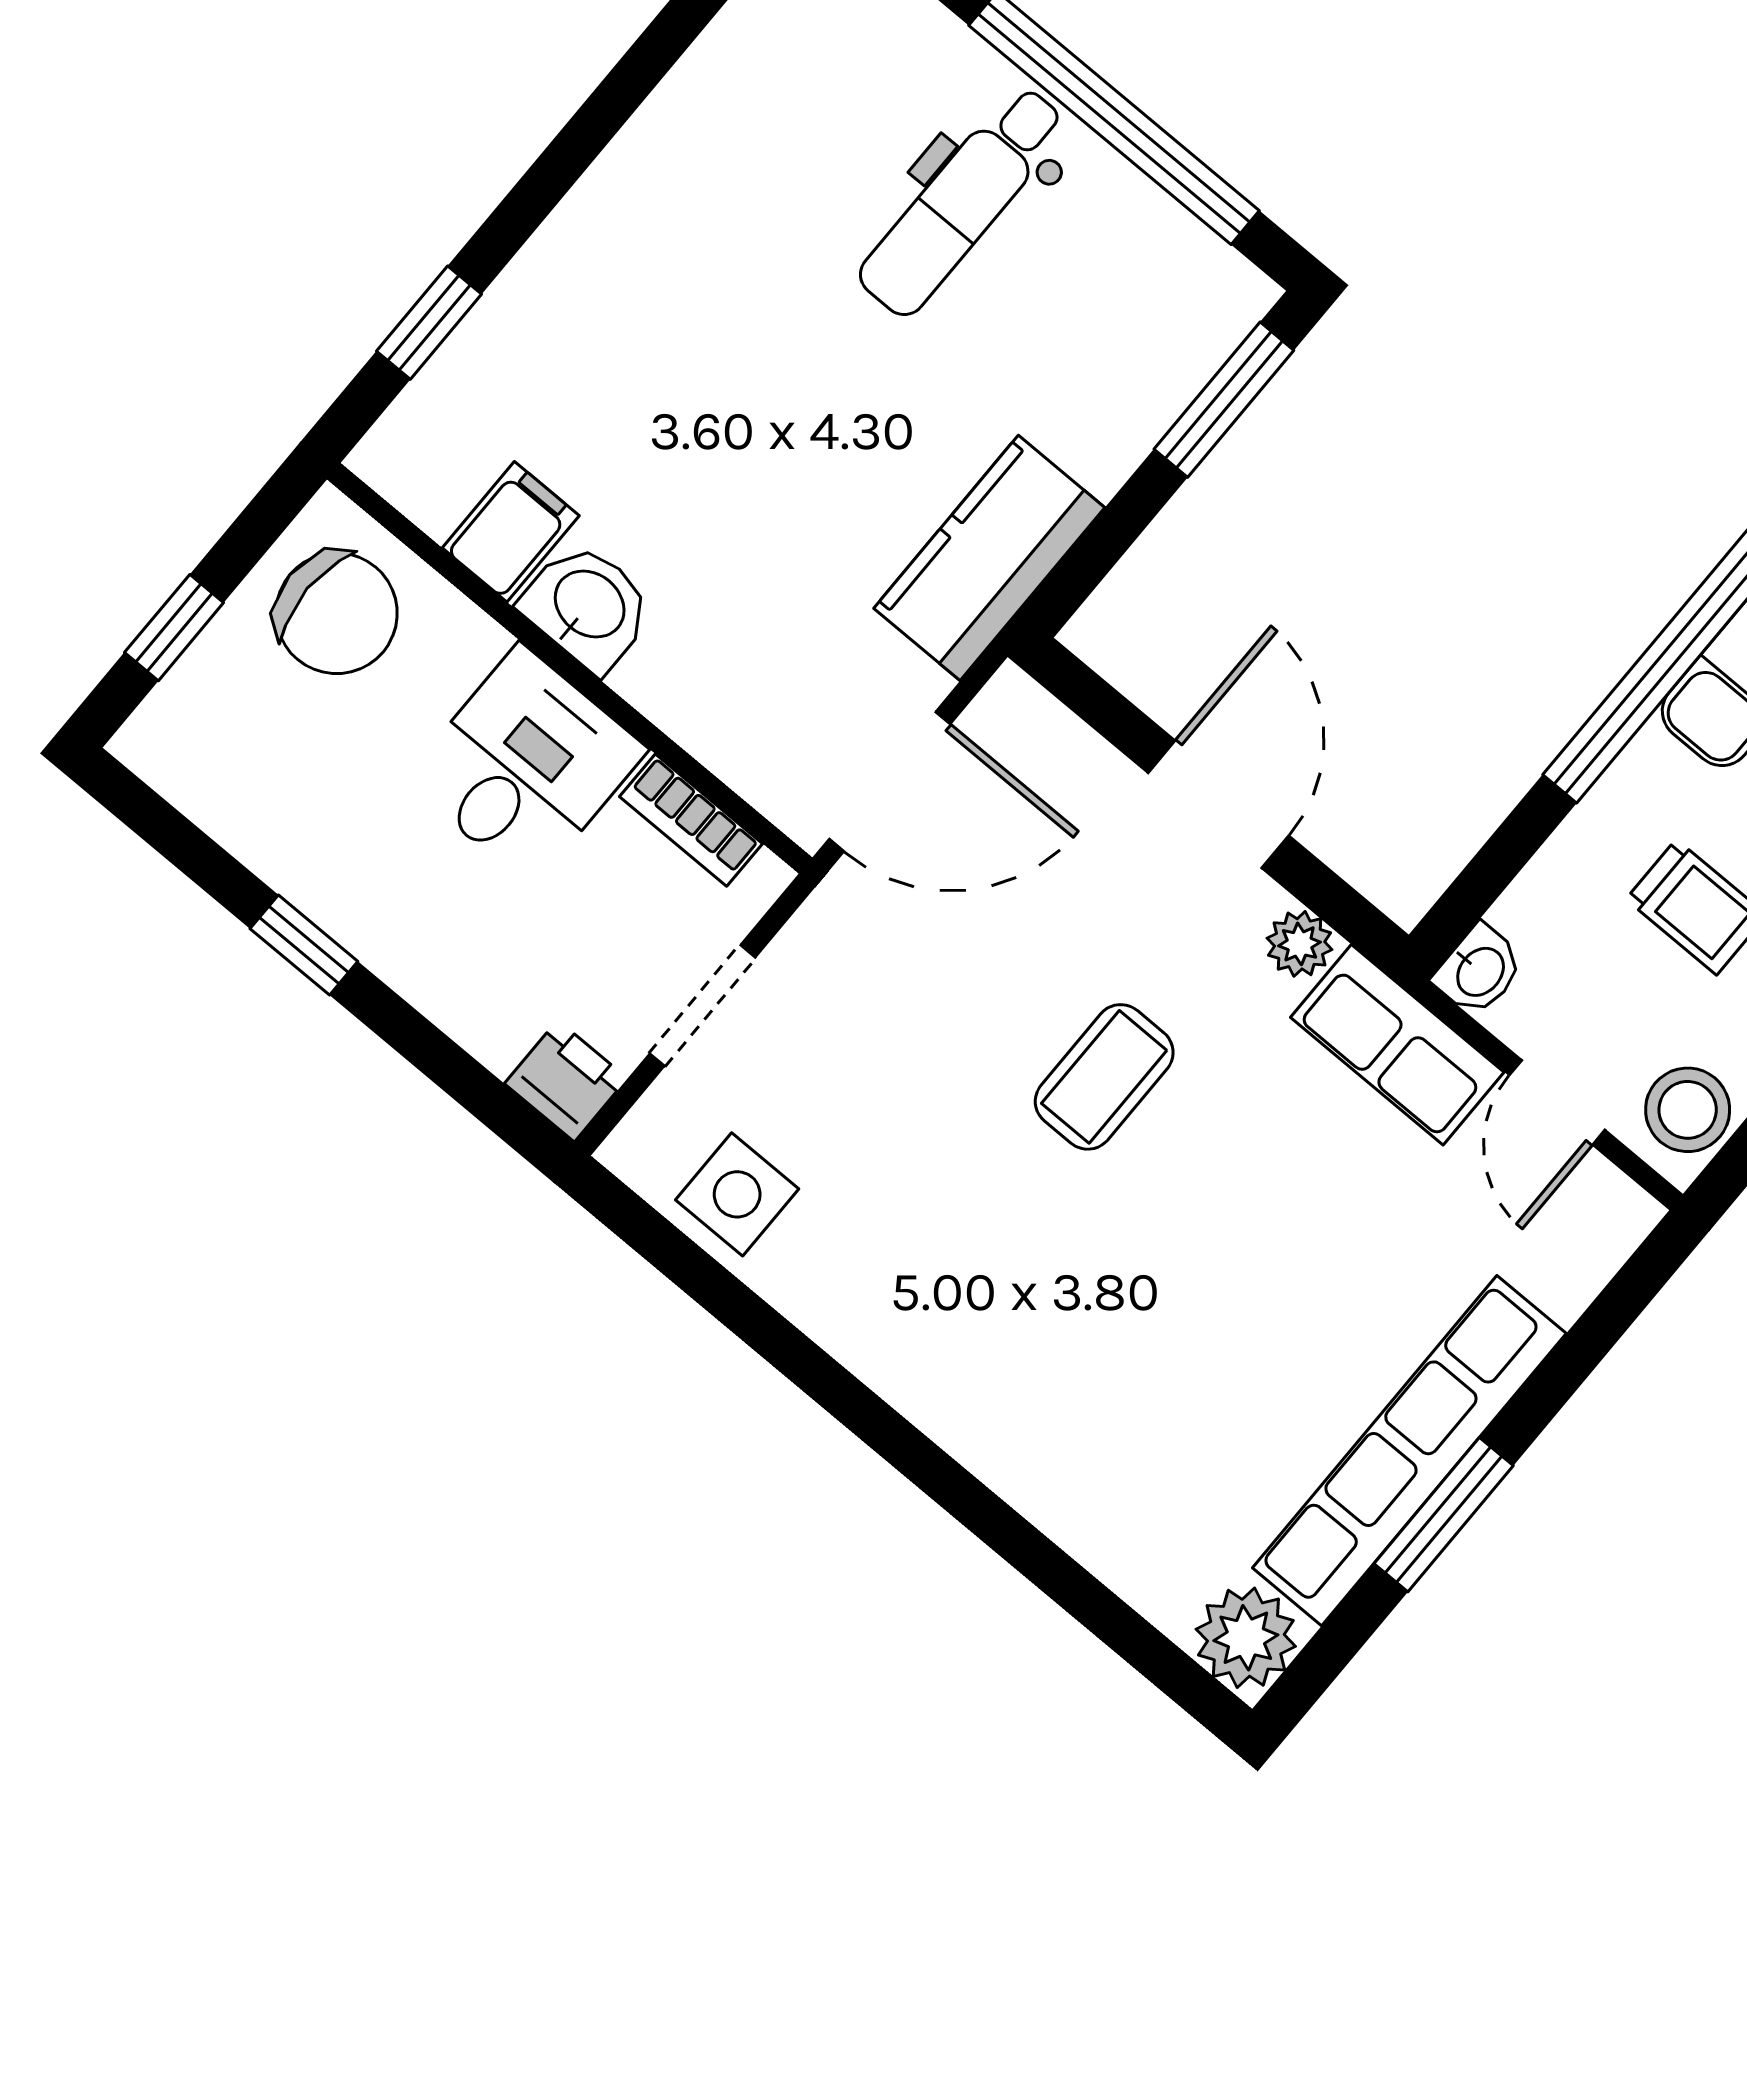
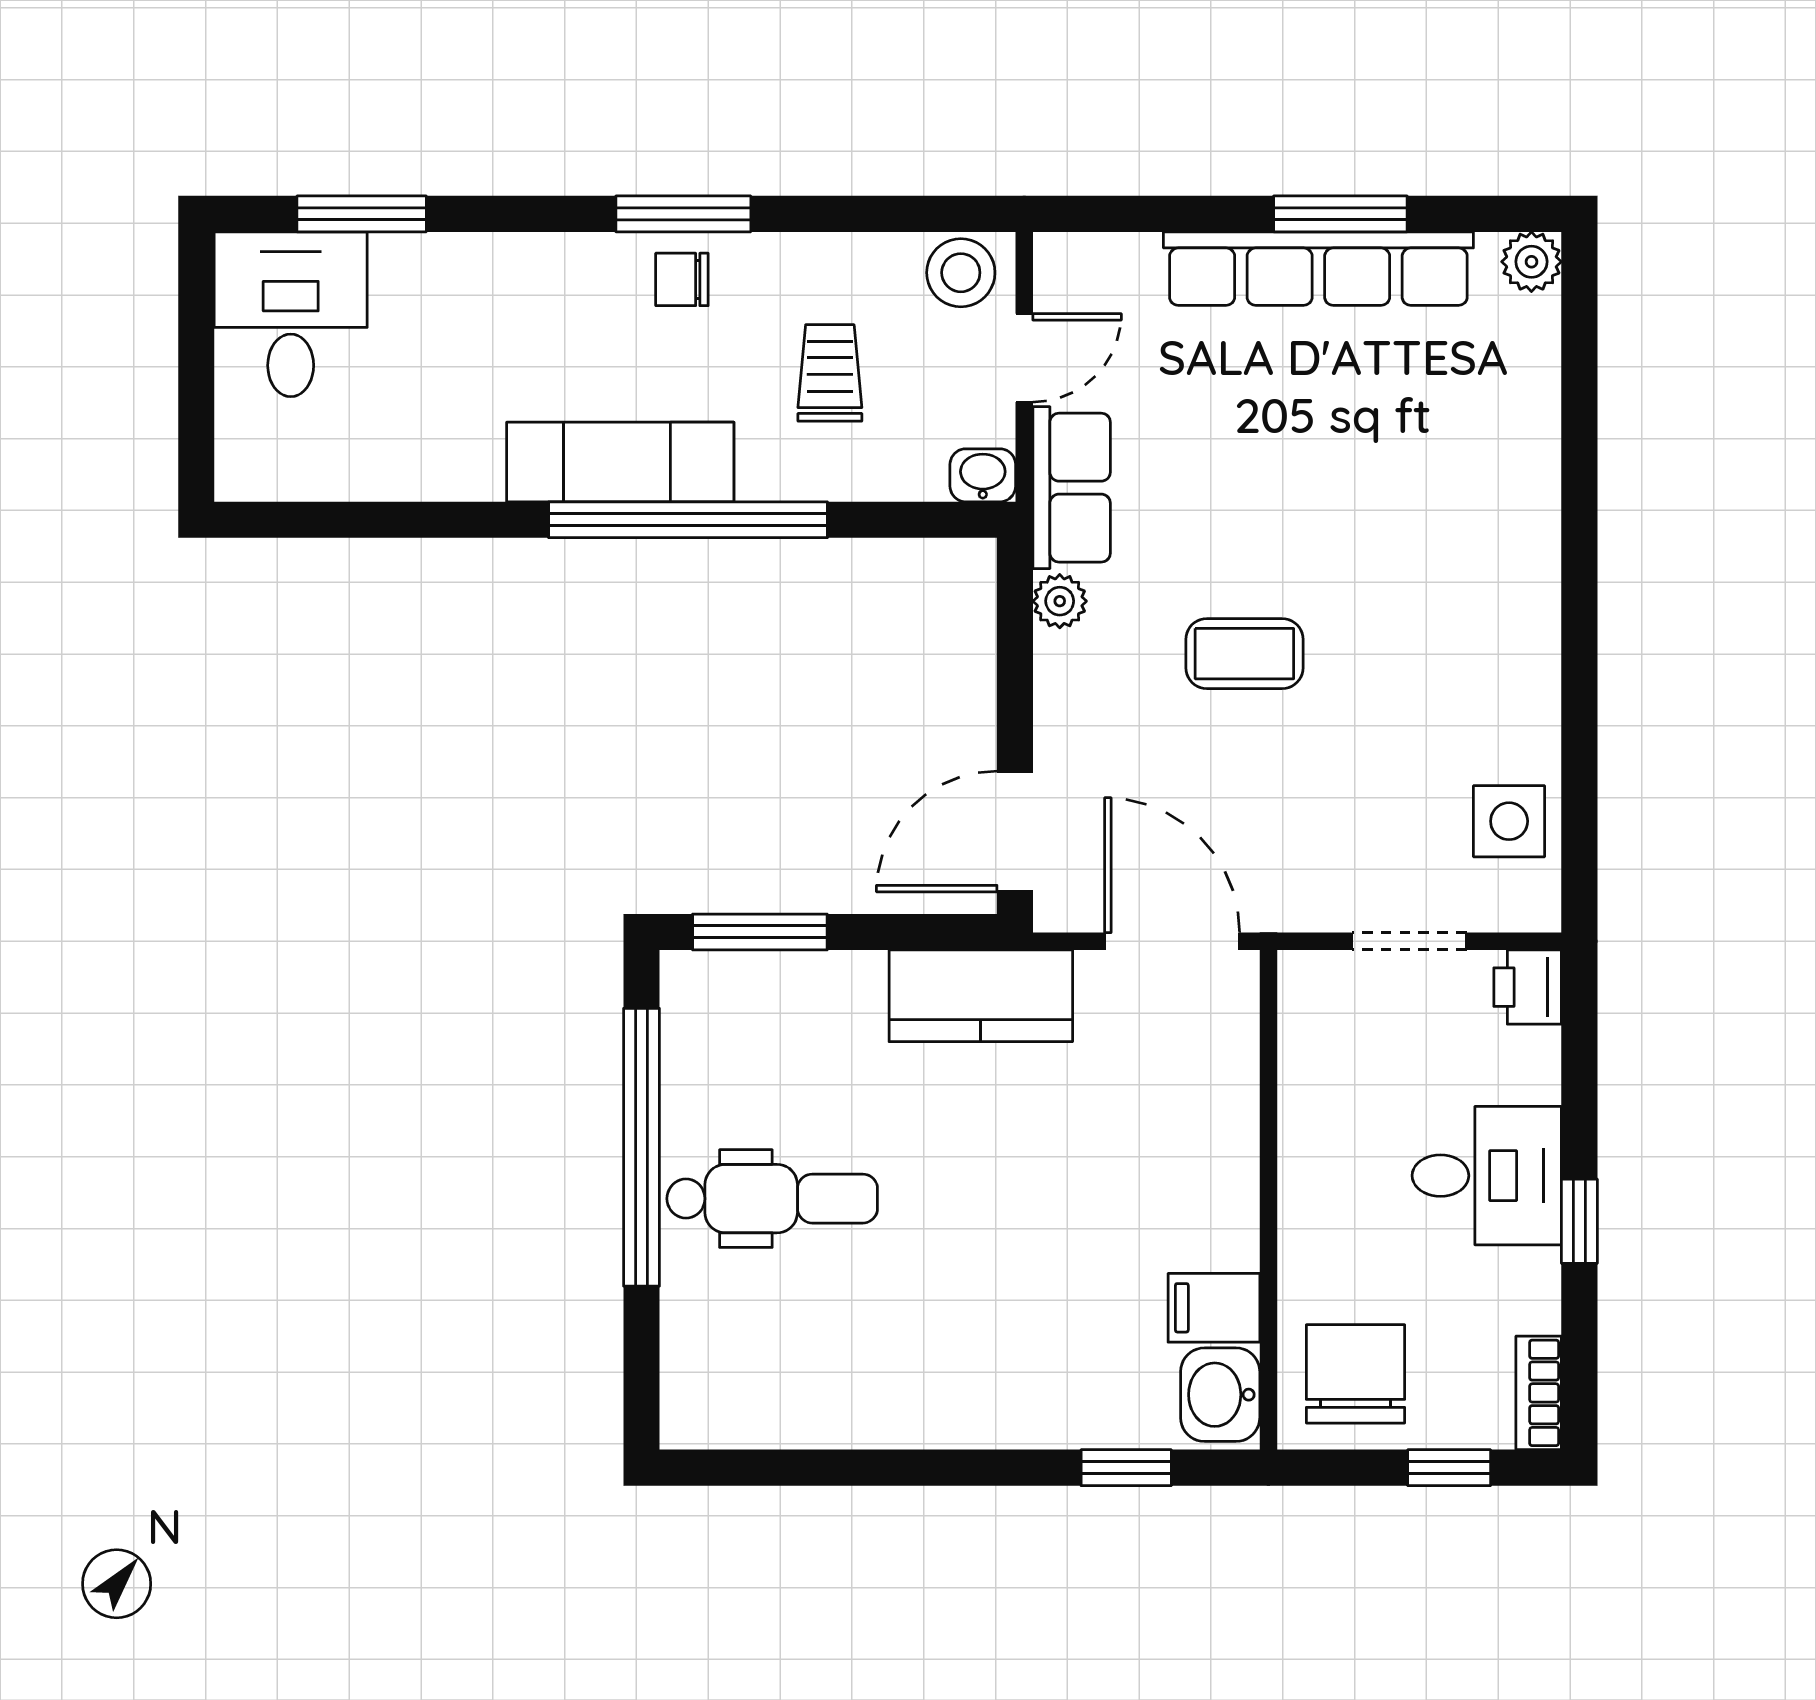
washbasin: (588, 606) -> (1220, 1395), moved
desk: (526, 765) -> (1487, 1176), moved, turned 180
door: (1218, 804) -> (1015, 831), moved
bookcase: (691, 820) -> (1539, 1393), moved, turned 180
plant: (1246, 1638) -> (1531, 262), width x0.73, depth x0.73

